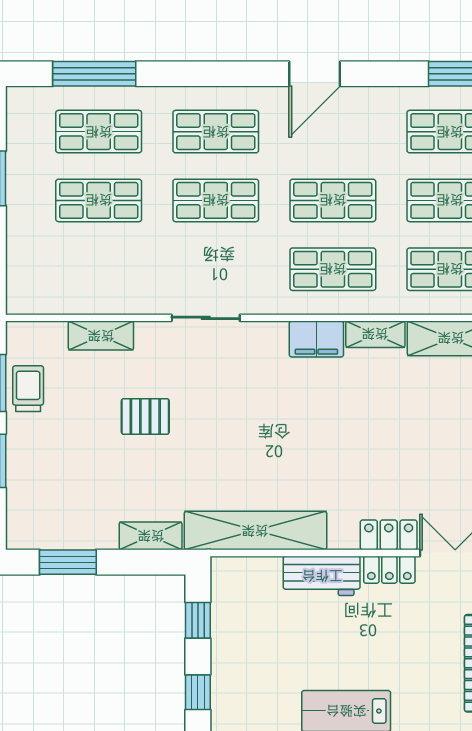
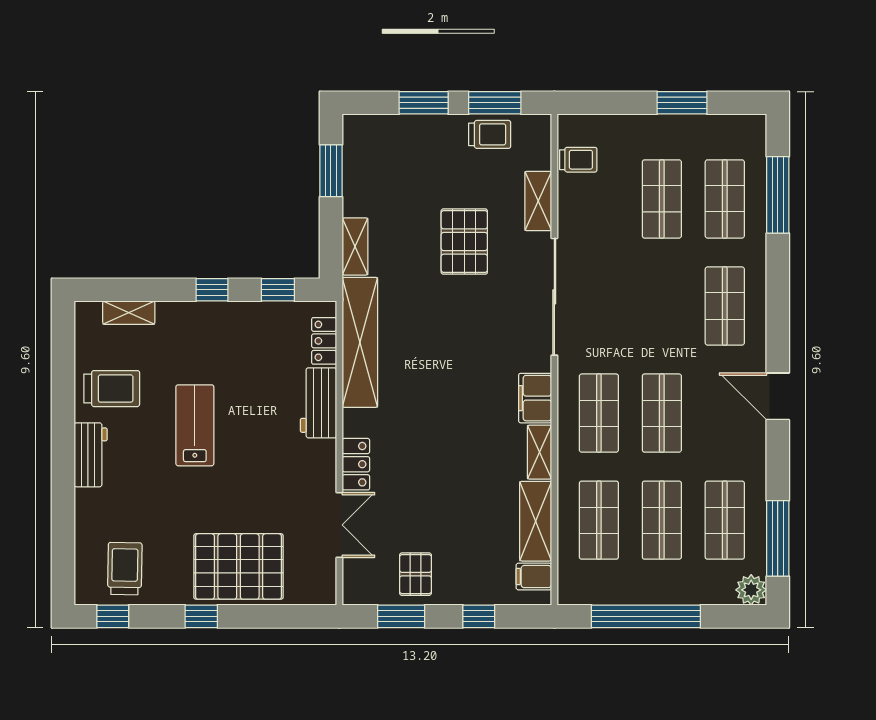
shop shelf: (216, 200) -> (662, 306), removed
trolley: (56, 292) -> (578, 160), added
sliding door: (206, 318) -> (554, 297), width x1.86
pallet: (145, 416) -> (464, 242), width x1.50, depth x1.42
locker: (389, 570) -> (324, 341), moved

